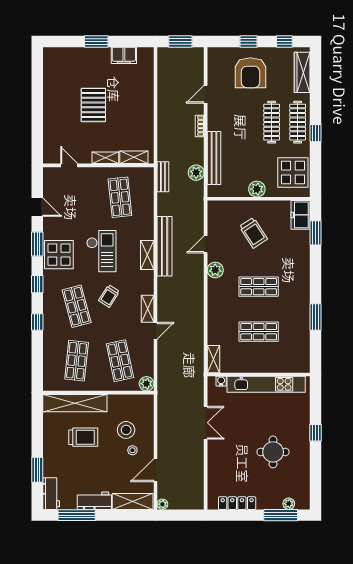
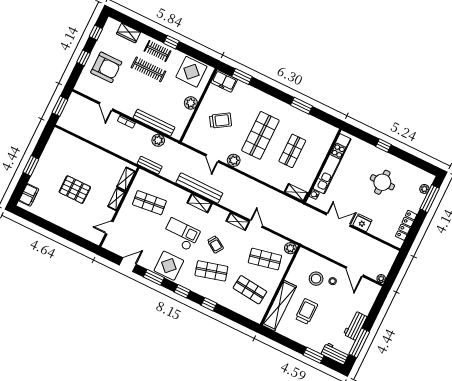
filing cabinet: (124, 55) -> (29, 195), moved
wardrobe: (302, 72) -> (129, 33), width x0.67
clothes rail: (298, 122) -> (157, 51), width x0.73
shop shelf: (259, 287) -> (260, 135), width x1.43, depth x1.36
fridge: (216, 452) -> (362, 223), added
shelving: (133, 501) -> (369, 299), removed

